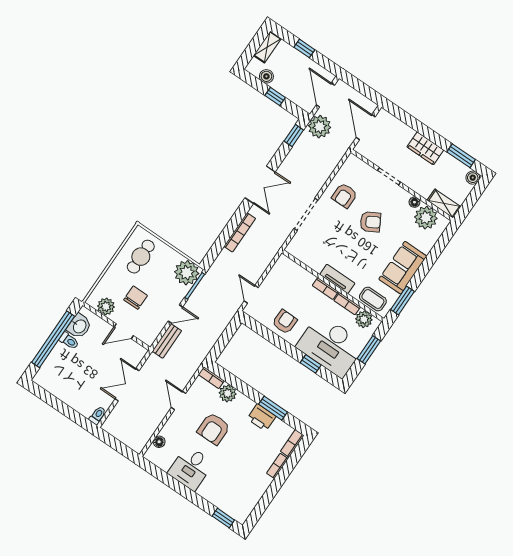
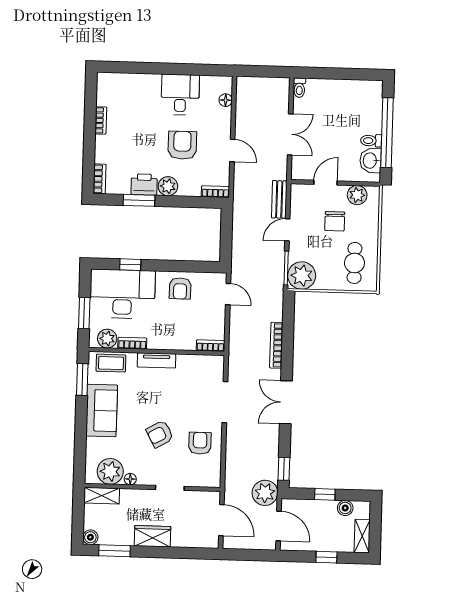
bookcase: (325, 289) -> (210, 346), moved
plant: (228, 393) -> (168, 186), moved
bookcase: (277, 466) -> (101, 120), moved
window: (223, 518) -> (119, 67), removed

